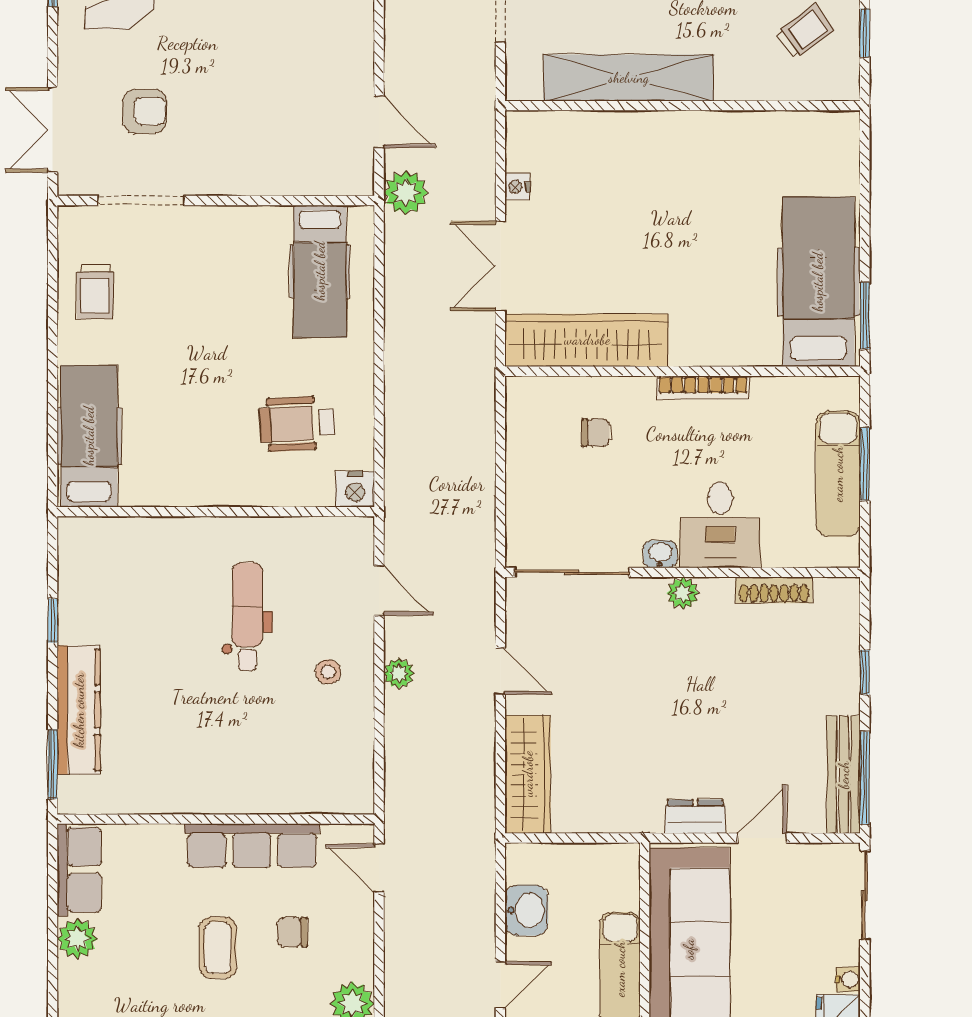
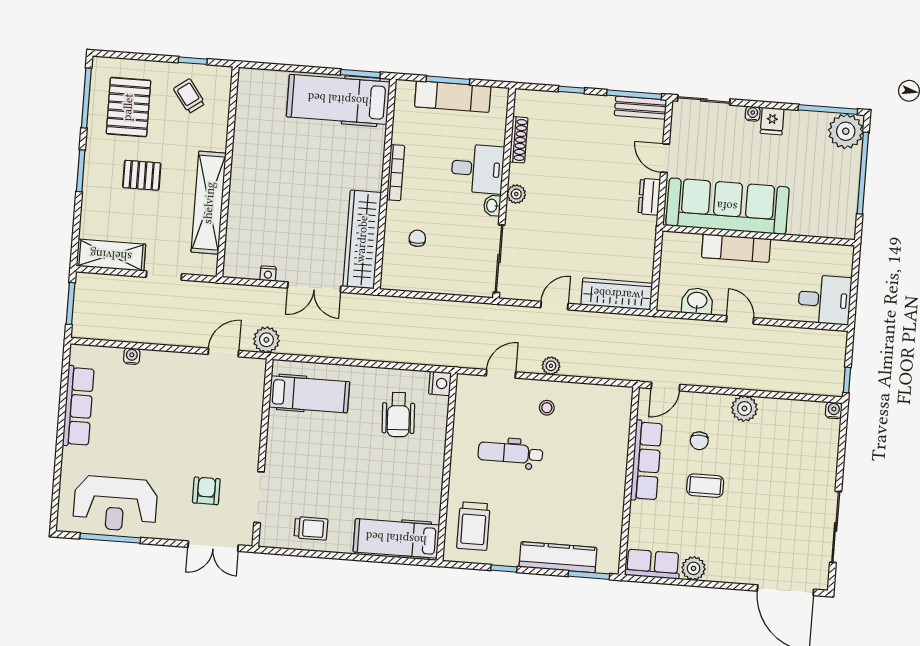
trolley: (120, 564) -> (473, 526), added
bench: (844, 775) -> (641, 108), width x0.73

